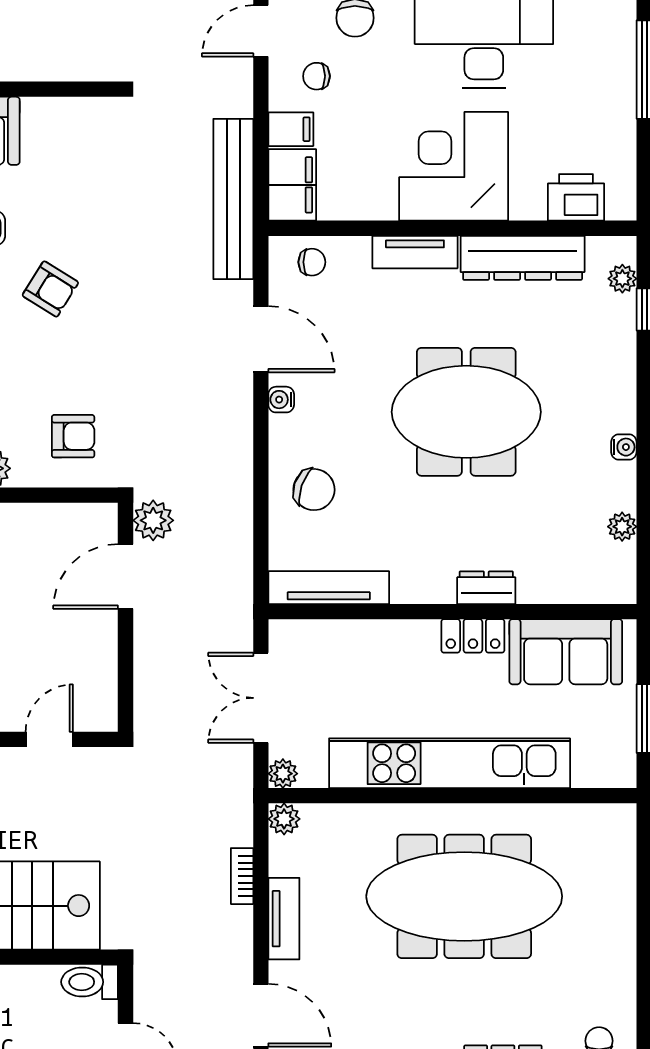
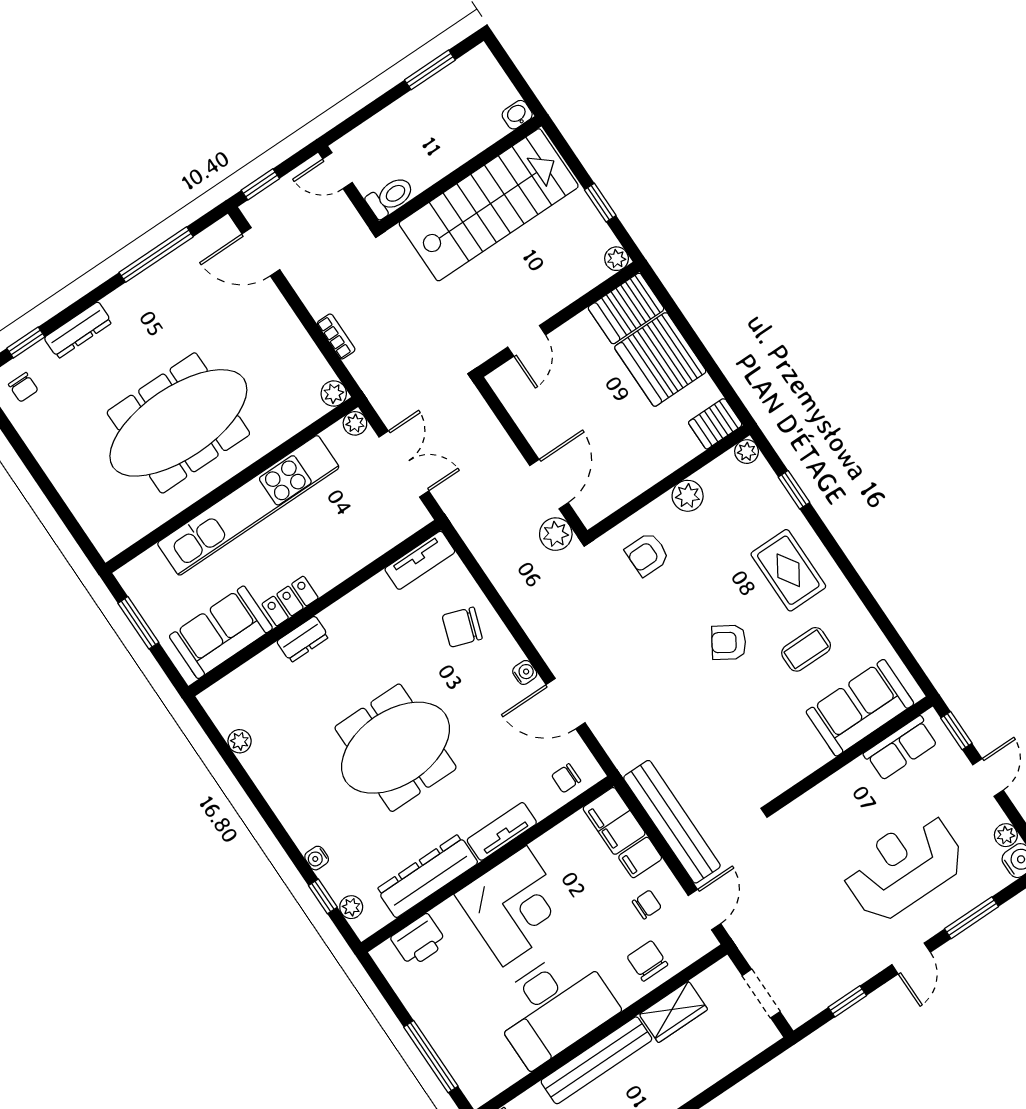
bench: (233, 199) -> (672, 822), moved
water cooler: (624, 447) -> (317, 858), moved
tv unit: (329, 588) -> (420, 560), width x0.71
tv unit: (284, 919) -> (289, 327), removed

